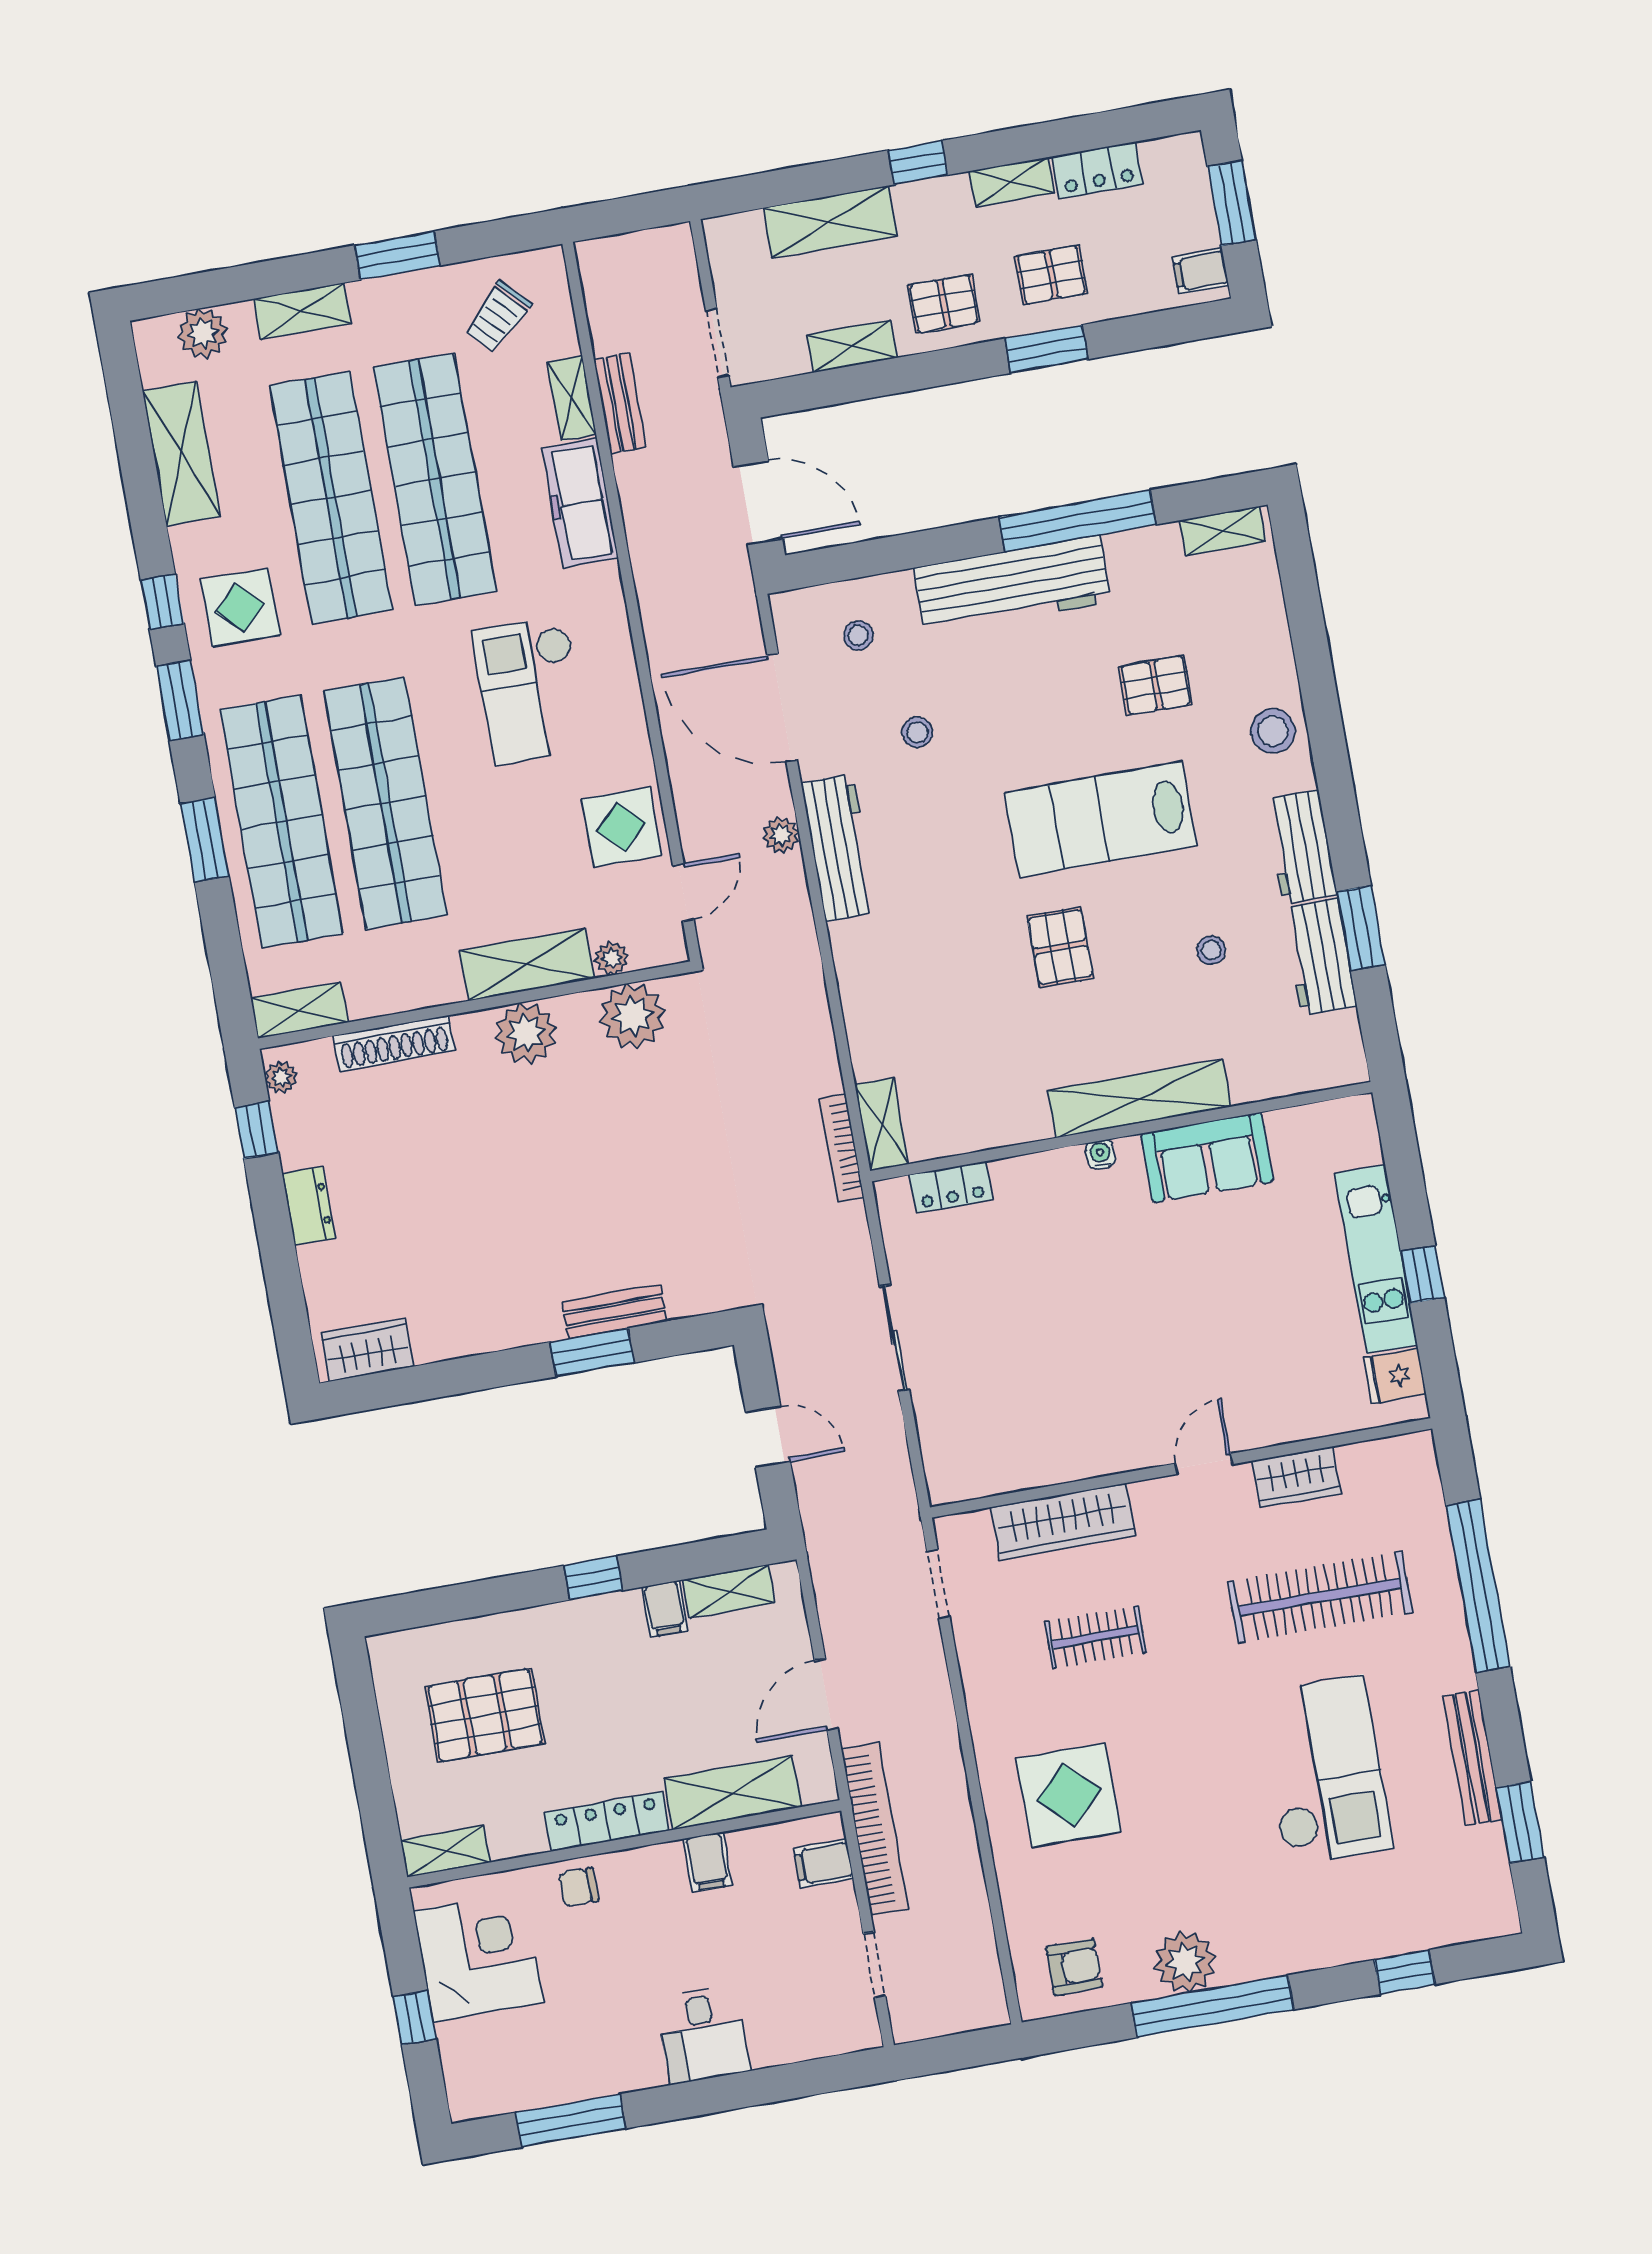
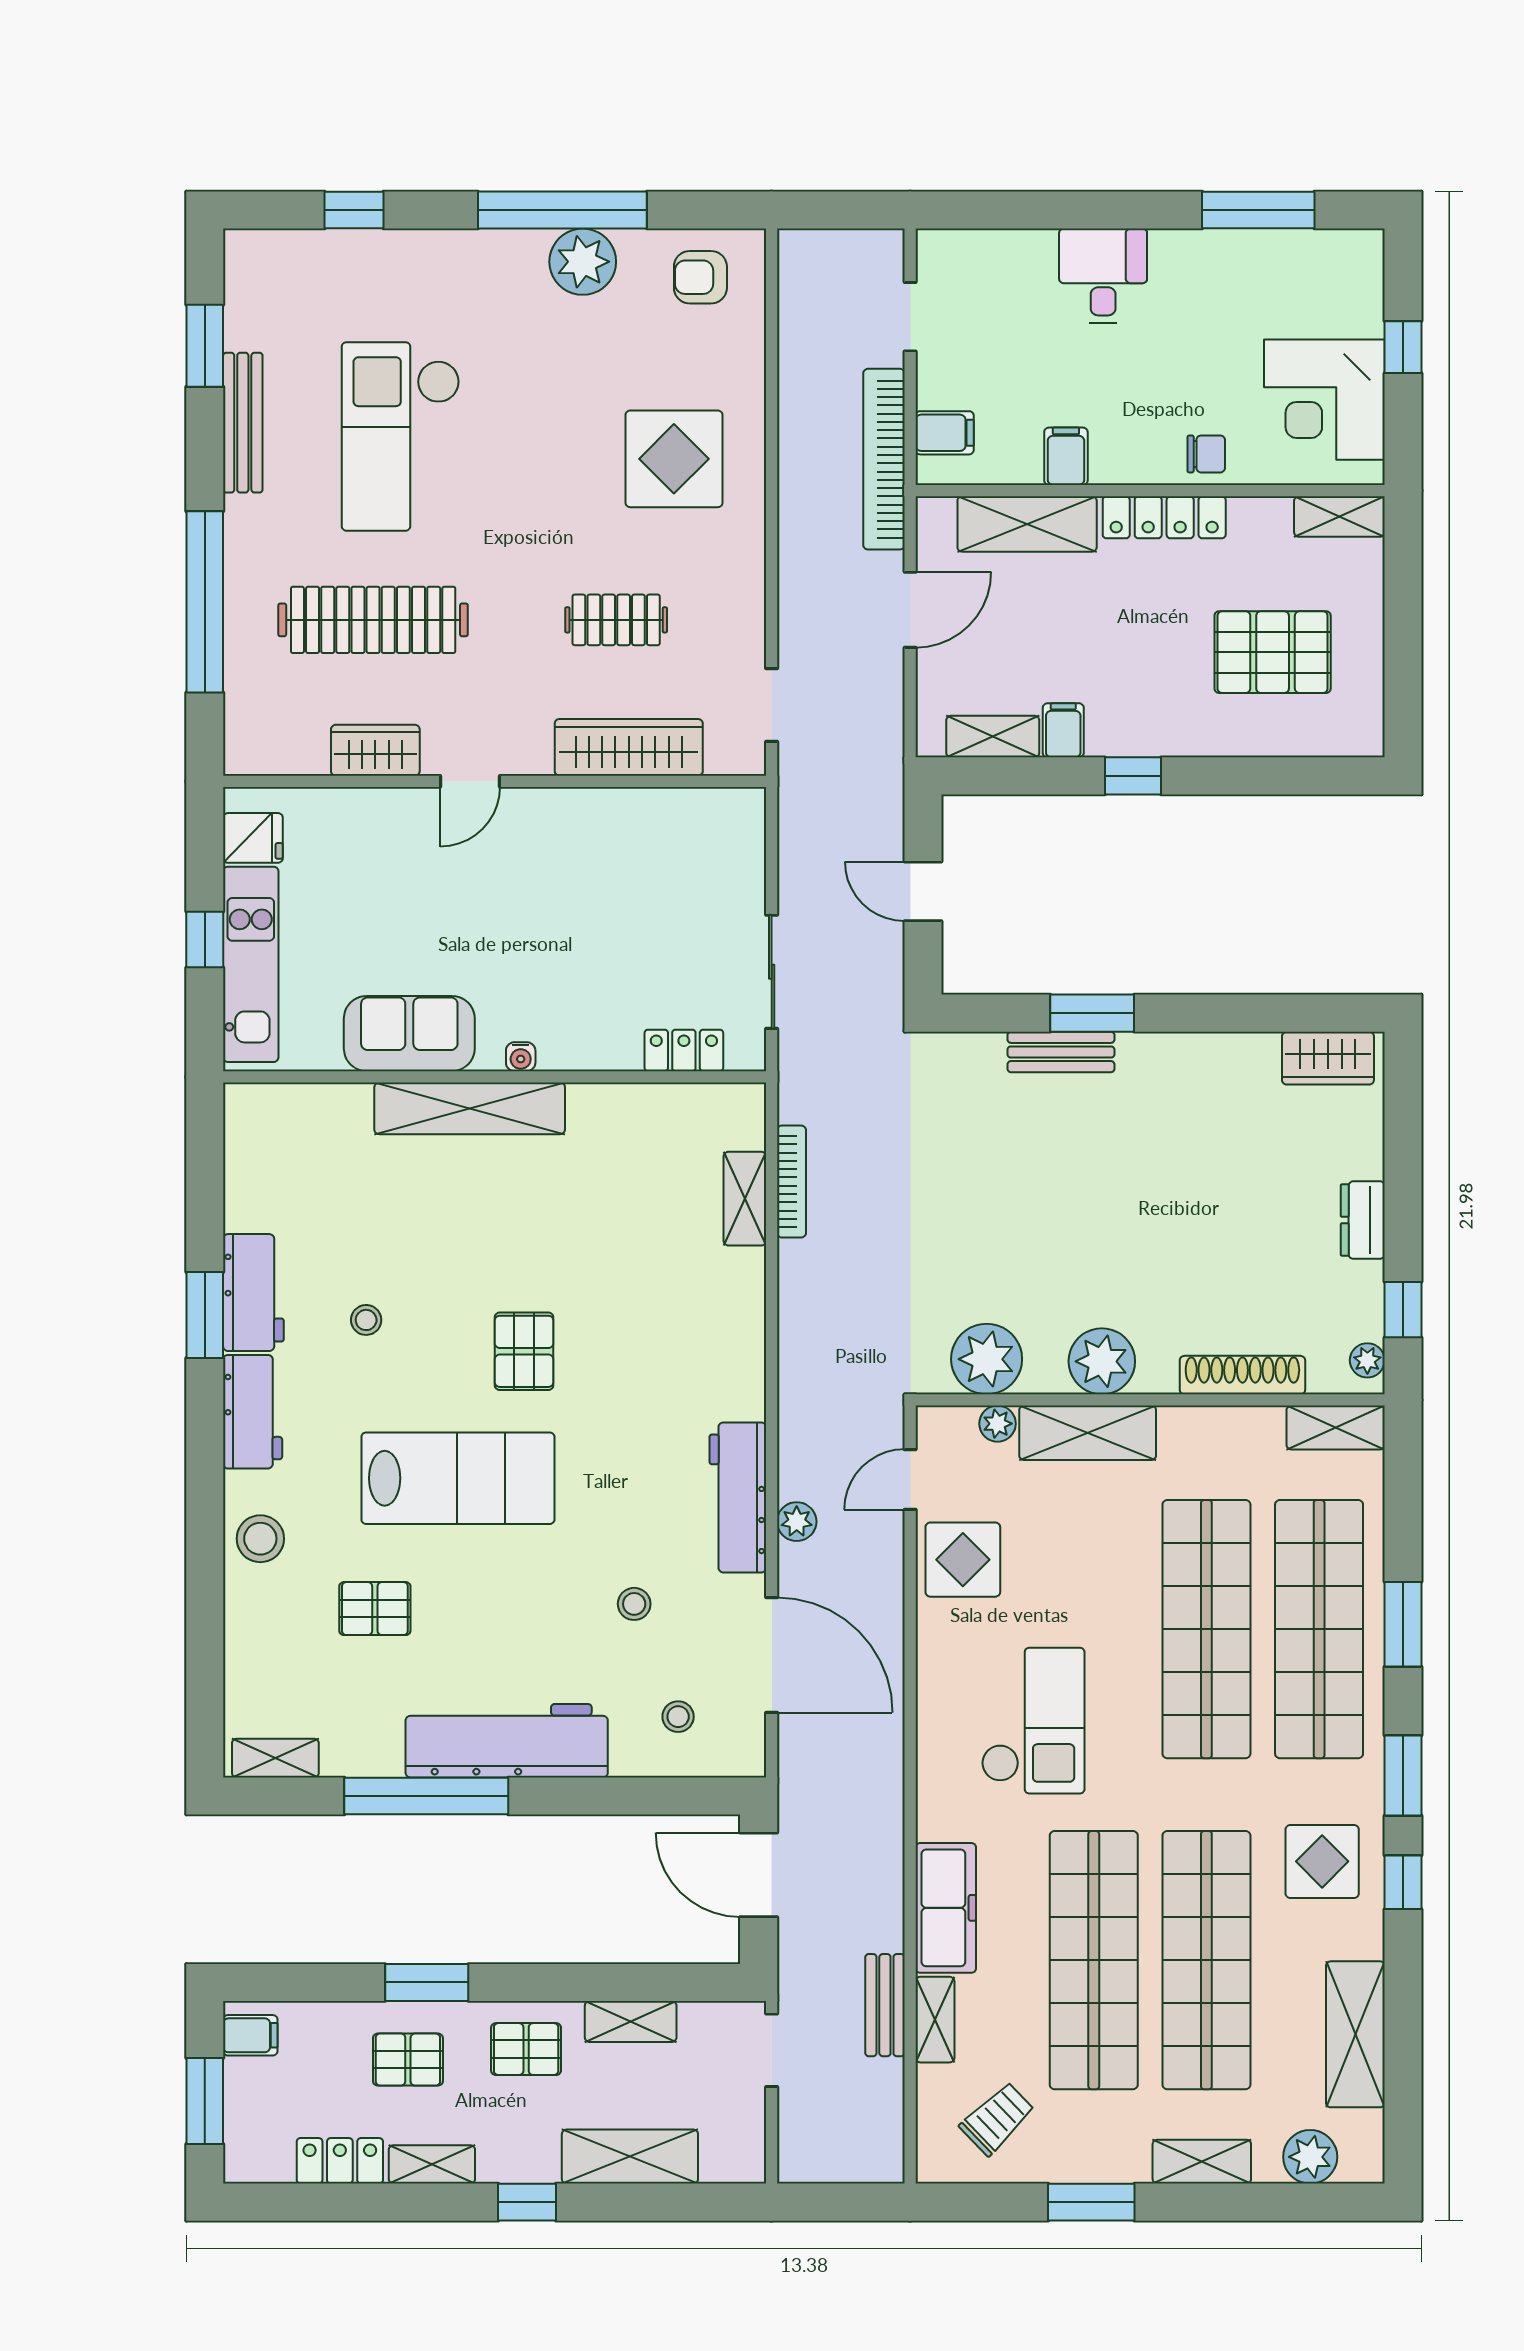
shelving: (1139, 1098) -> (470, 1108), moved
wall: (1121, 1132) -> (495, 1077), moved
water cooler: (1101, 1154) -> (521, 1057), moved
sofa: (1207, 1158) -> (409, 1034), moved
locker: (951, 1187) -> (684, 1050), moved

